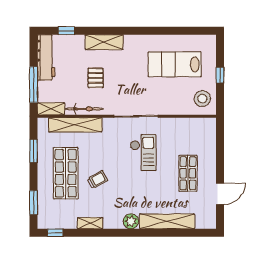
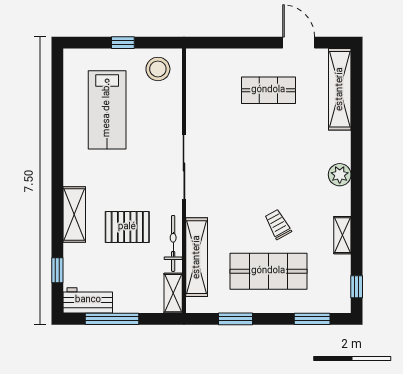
workbench: (46, 57) -> (88, 300), width x0.73
pallet: (96, 78) -> (127, 227), width x1.50, depth x1.42
window: (34, 85) -> (112, 319), moved
checkout: (143, 153) -> (238, 156), removed
shelving: (167, 221) -> (340, 89), moved

